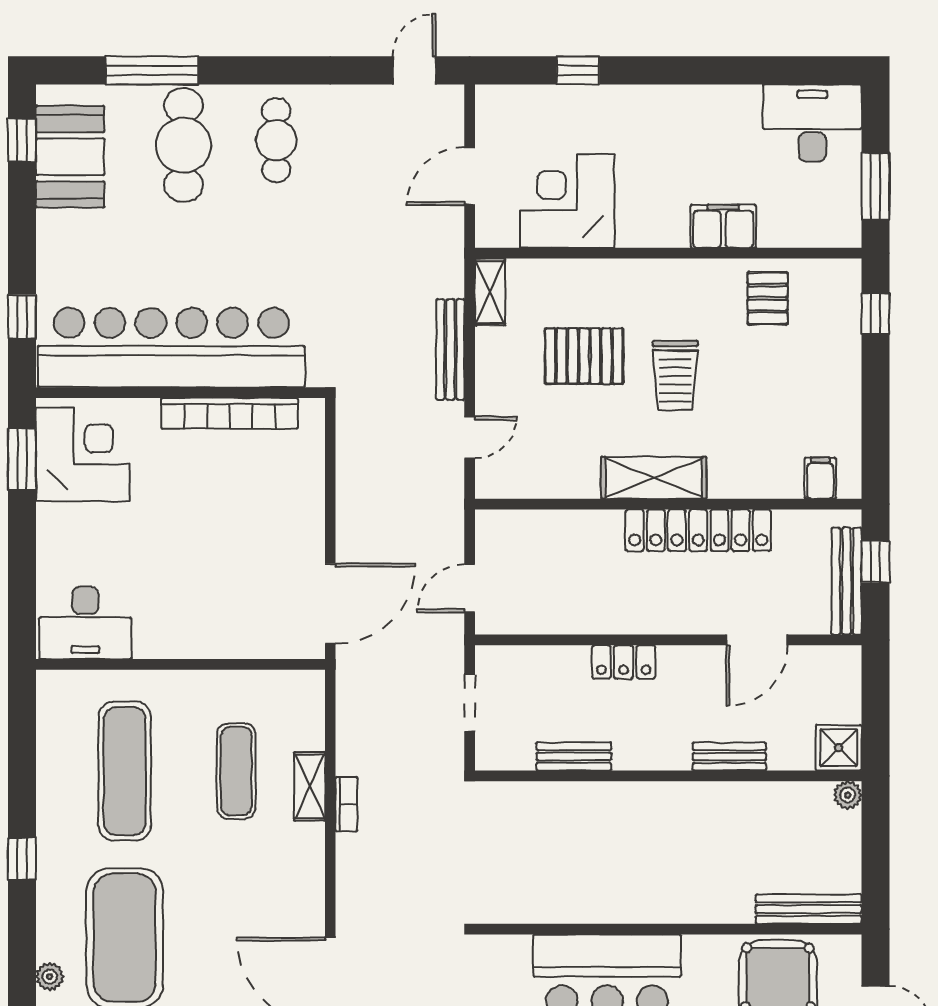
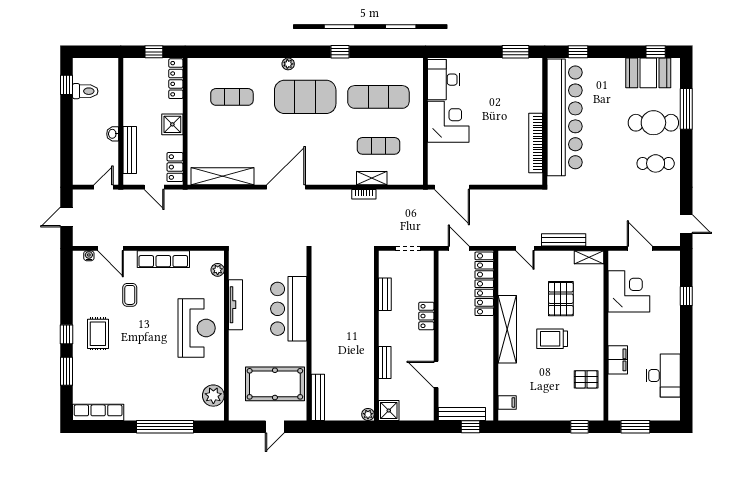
desk: (812, 123) -> (663, 376), moved
corner desk: (83, 455) -> (448, 122), moved, turned -90
shelving: (654, 478) -> (507, 329), width x1.47
locker: (698, 530) -> (484, 284), moved

